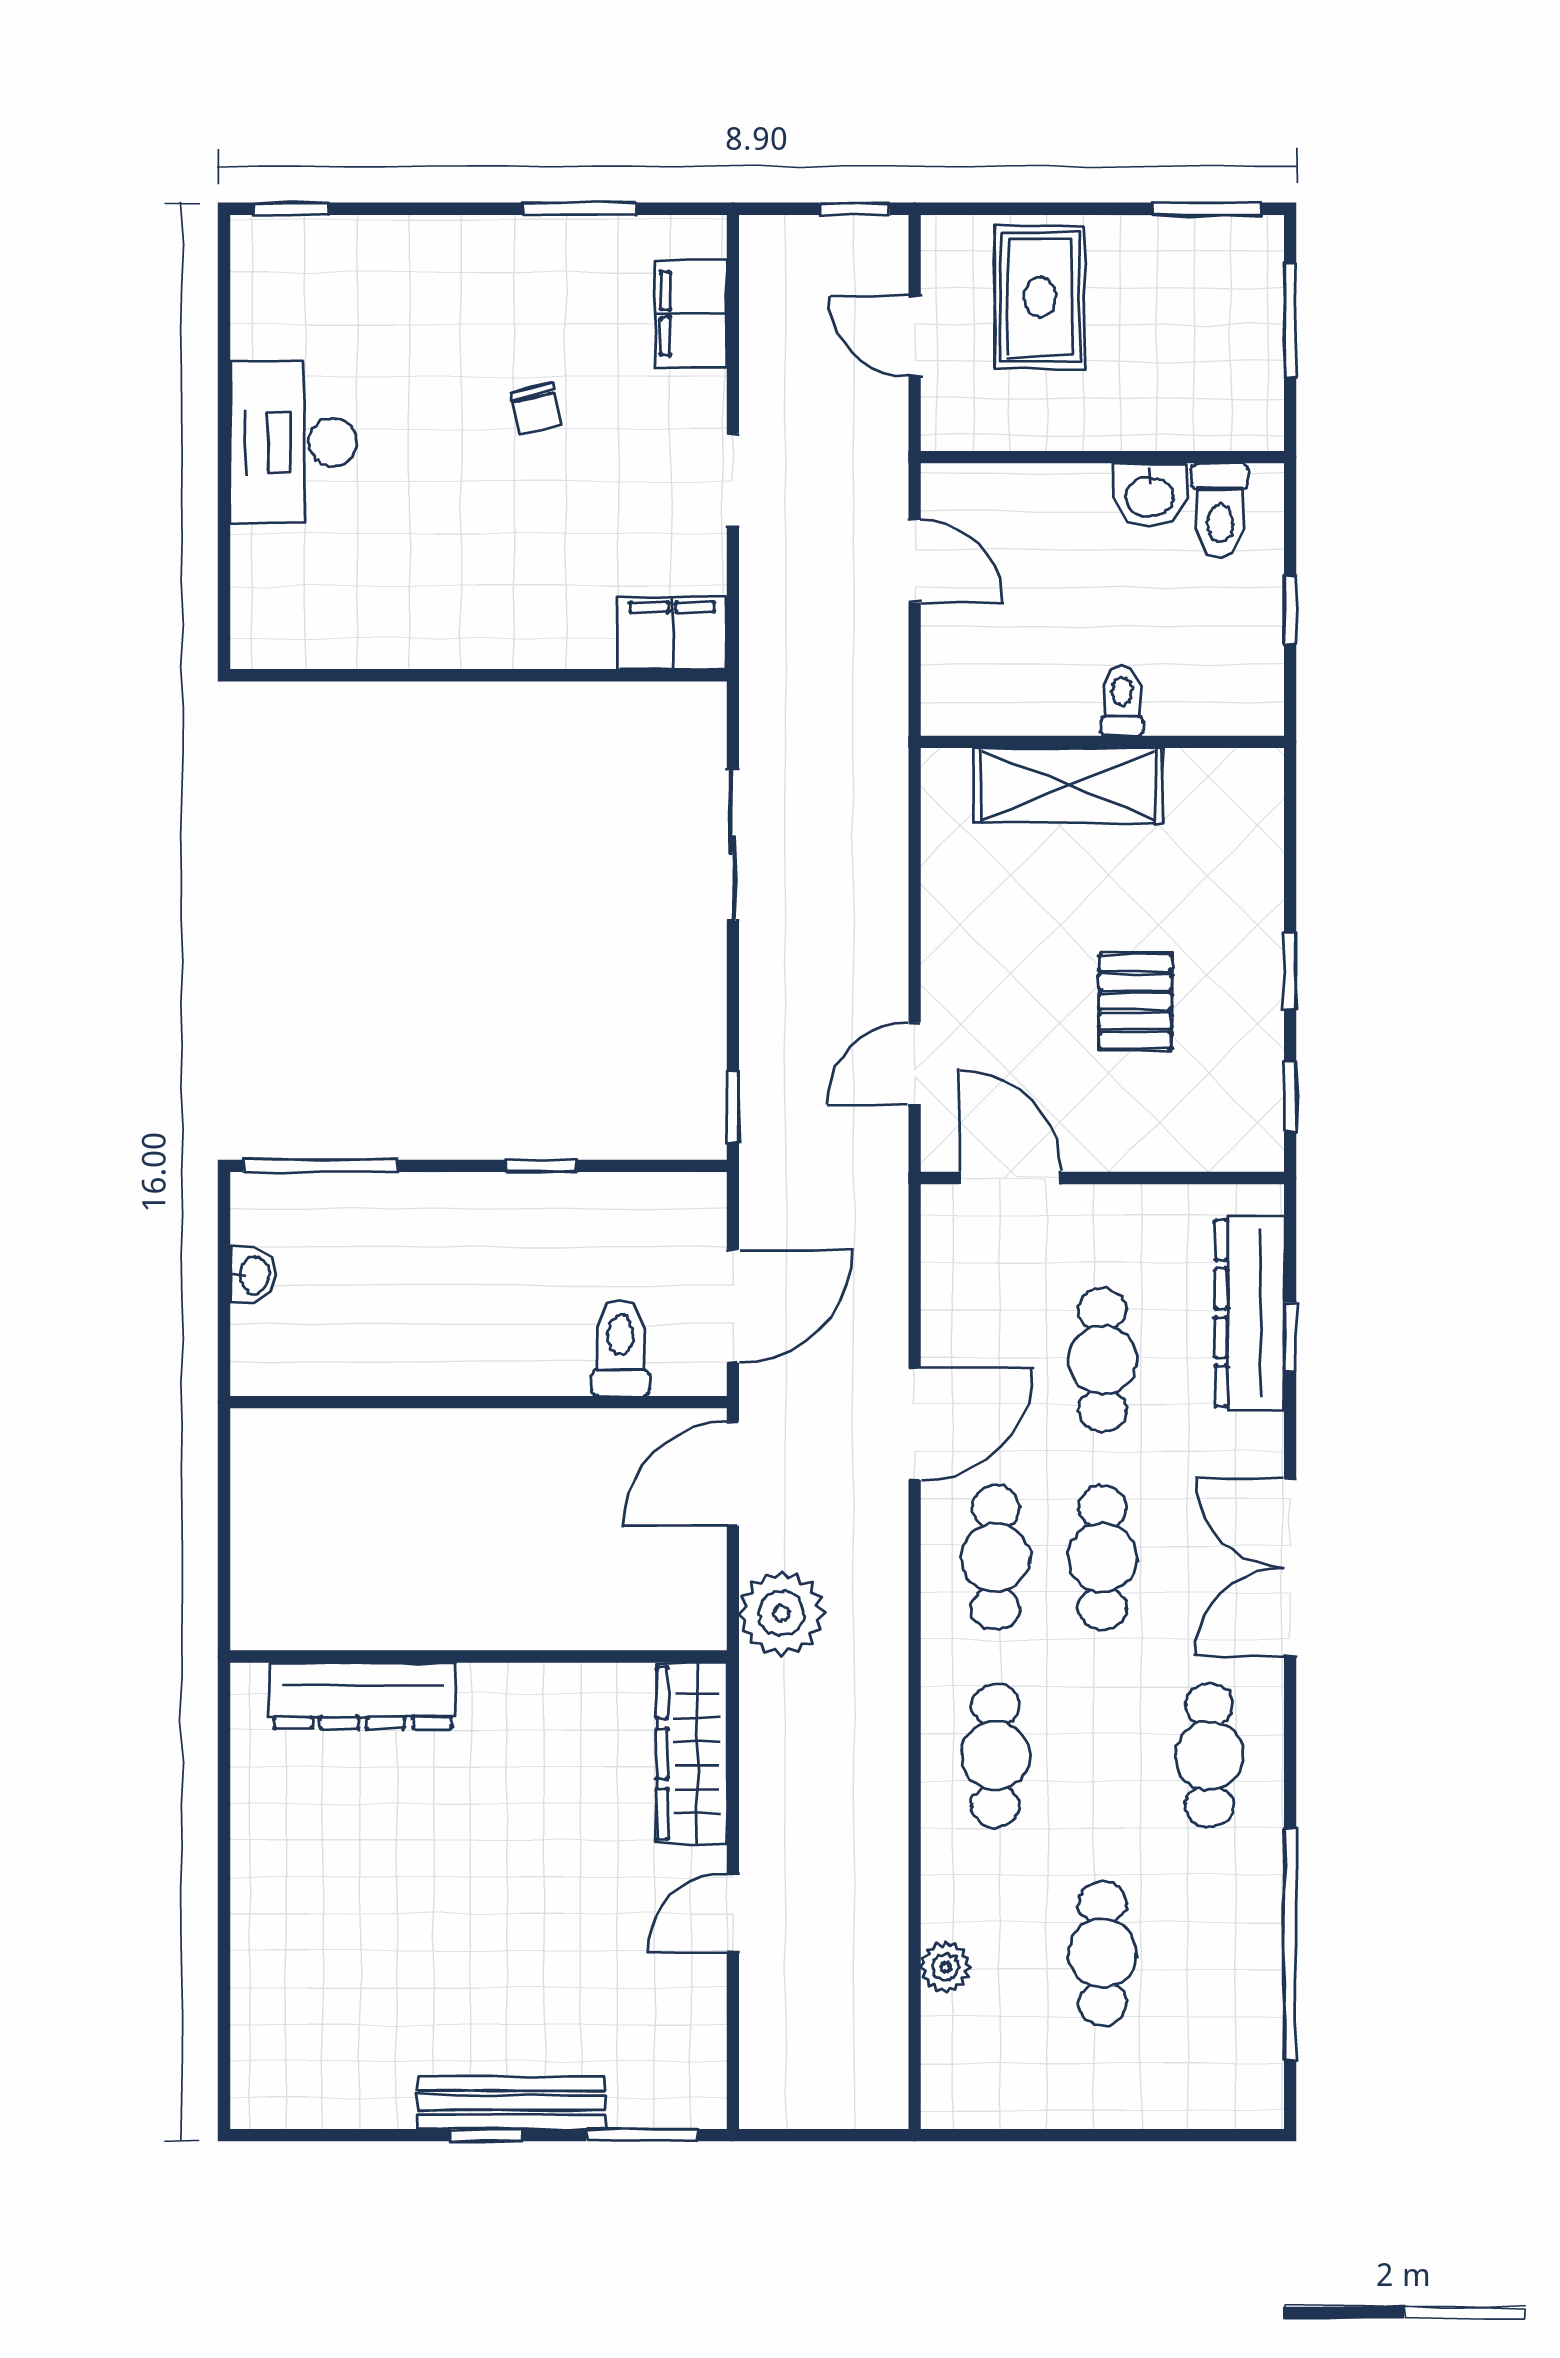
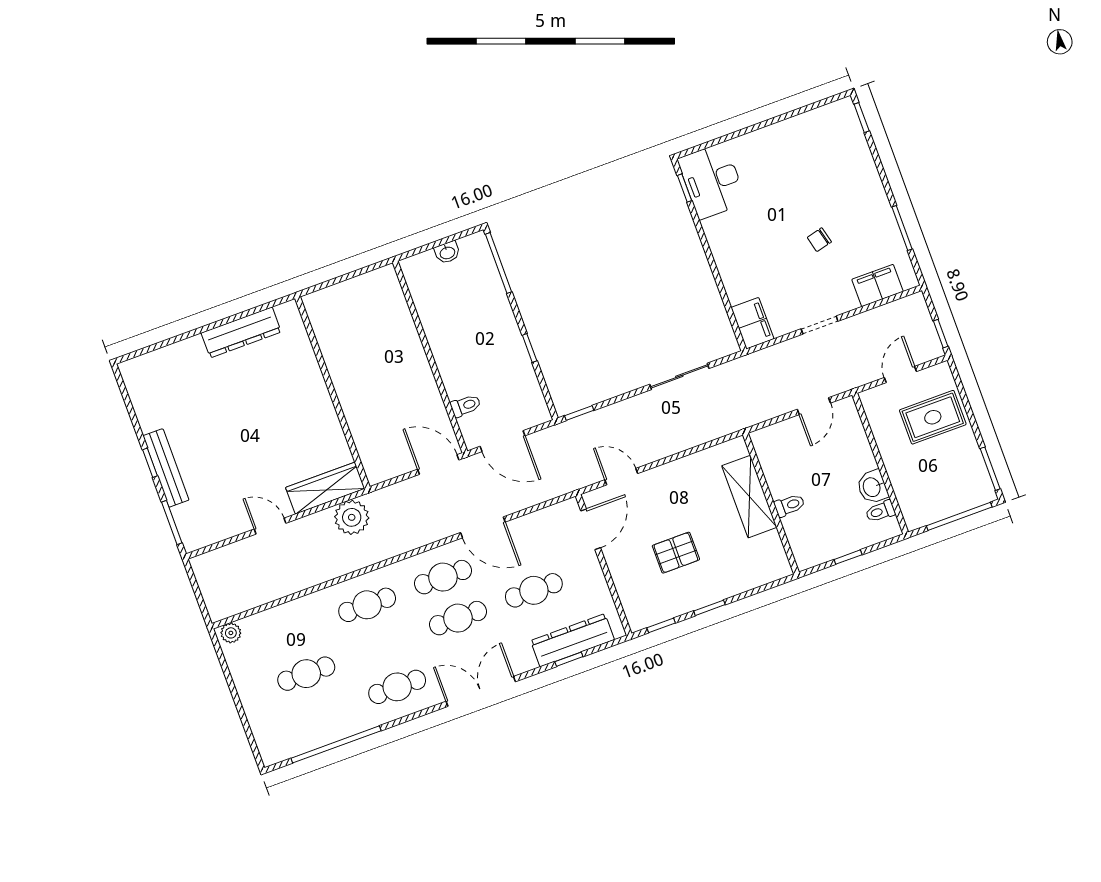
window: (1290, 320) -> (959, 516), width x1.44
desk: (294, 442) -> (712, 181), moved, turned -90
toilet: (1220, 510) -> (880, 511), width x0.73, depth x0.72
window: (304, 675) -> (684, 188), added
toilet: (620, 1348) -> (466, 406), width x0.73, depth x0.72
plant: (781, 1613) -> (352, 517), moved
dresser: (363, 1696) -> (241, 332), moved, turned -90
plant: (945, 1967) -> (231, 633), moved

